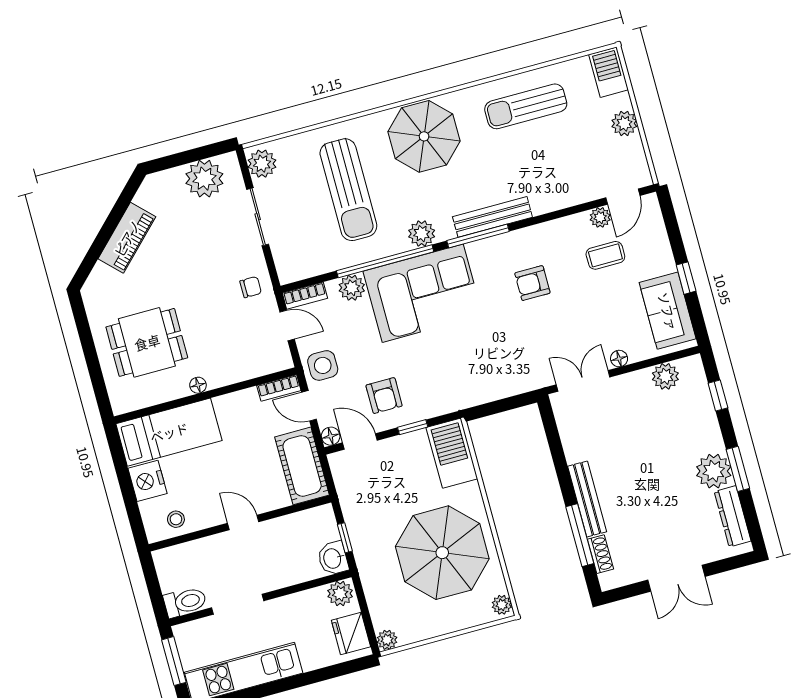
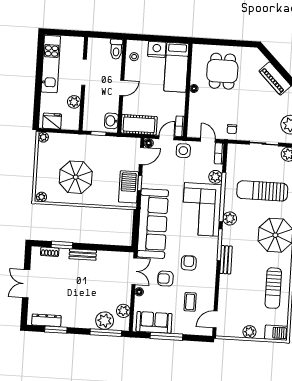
sun lounger: (526, 106) -> (273, 288), turned 180
door: (623, 197) -> (215, 319), hinge flipped
bench: (492, 217) -> (226, 260), width x0.73
plant: (600, 217) -> (209, 305), removed
window: (686, 278) -> (166, 336), width x2.17
door: (287, 326) -> (208, 140), swing flipped
sofa: (481, 377) -> (153, 224), added
armchair: (384, 396) -> (165, 279), moved
window: (718, 396) -> (106, 333), width x2.17
barbecue: (452, 453) -> (128, 187), moved, turned -90
window: (738, 469) -> (56, 330), moved
plant: (714, 471) -> (105, 321), moved
bench: (587, 499) -> (83, 255), width x0.73
window: (580, 535) -> (62, 245), width x0.69
parasol: (442, 553) -> (76, 177), width x0.73, depth x0.73
washbasin: (333, 558) -> (111, 121), moved, turned -90
plant: (340, 594) -> (74, 102), moved
toilet: (185, 602) -> (116, 49), moved
window: (174, 661) -> (67, 33), removed

